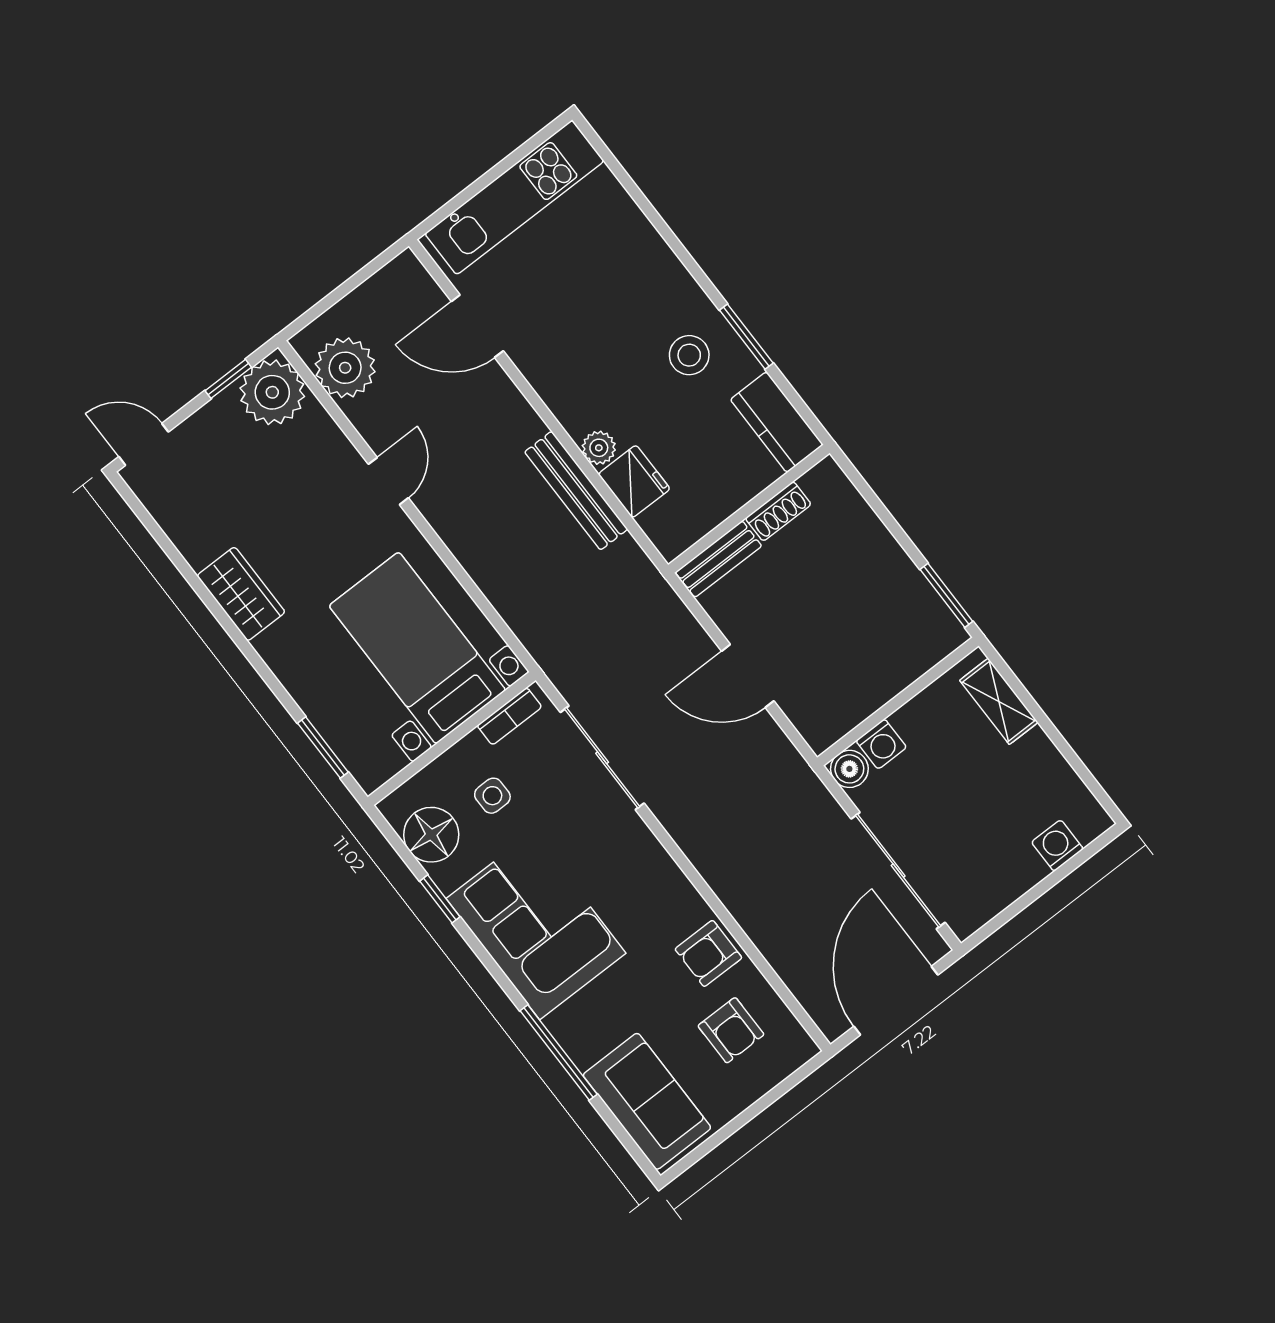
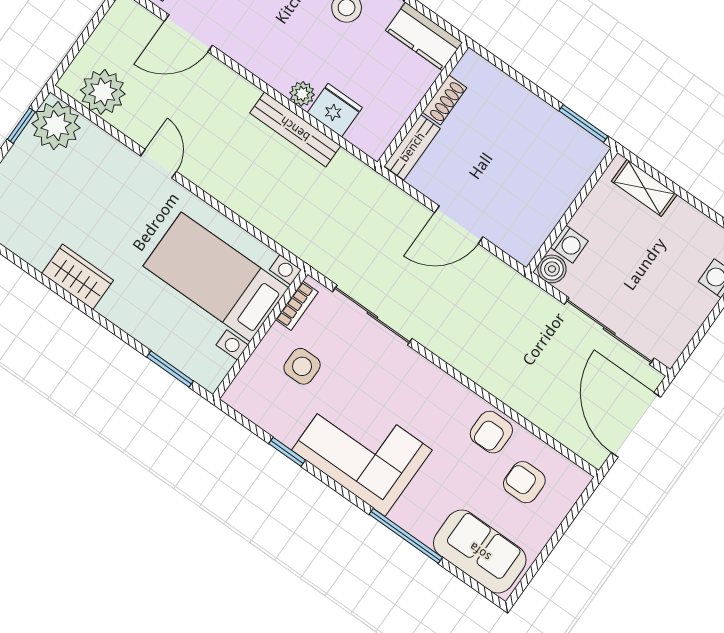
side table: (492, 796) -> (302, 366), width x1.37, depth x1.37
floor lamp: (431, 835) -> (267, 408), removed
armchair: (731, 1030) -> (524, 482), turned 180

